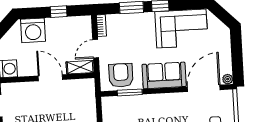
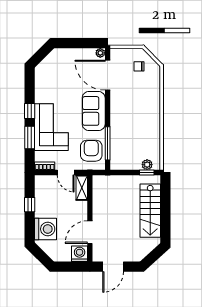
corner sofa: (181, 28) -> (51, 127), moved
armchair: (121, 75) -> (91, 151), turned 90
door: (50, 78) -> (90, 232), moved
window: (130, 92) -> (108, 143), width x1.44

